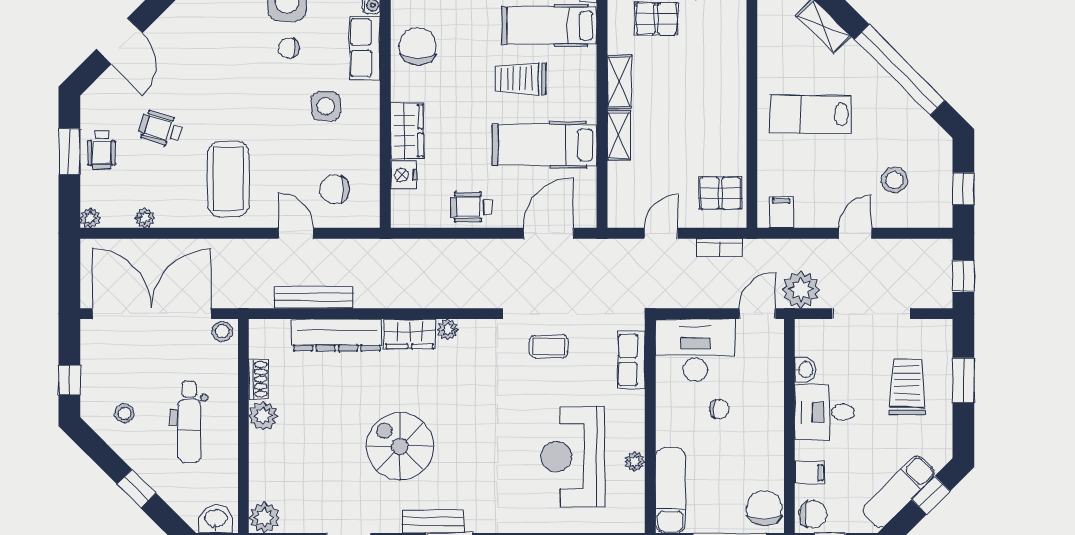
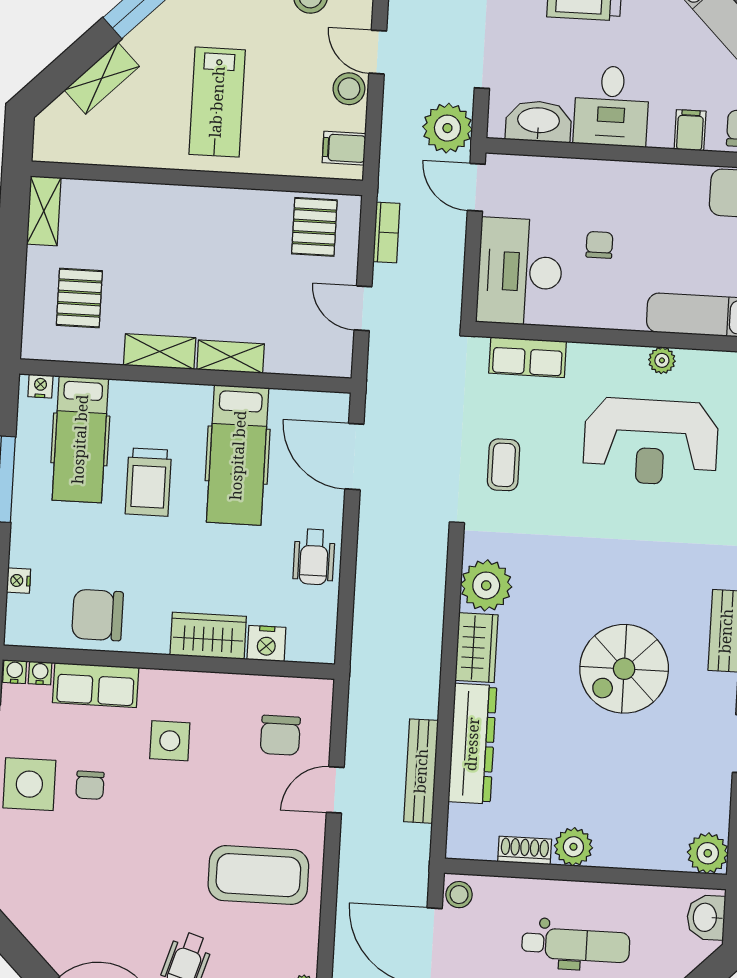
stool: (826, 213) -> (349, 89), added
plant: (448, 329) -> (486, 585), width x1.87, depth x1.87
washbasin: (805, 370) -> (538, 121), width x1.91, depth x1.45

